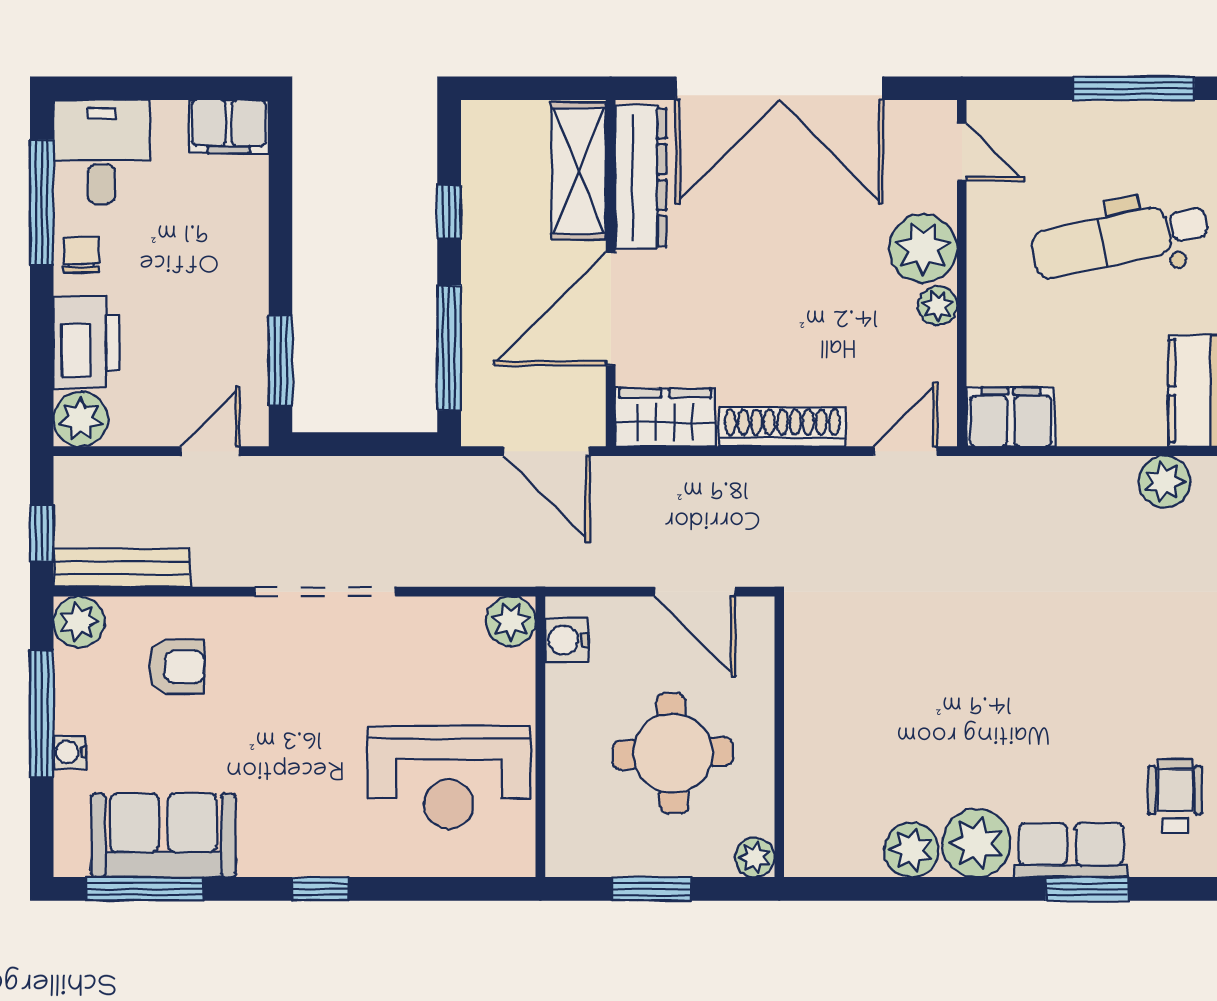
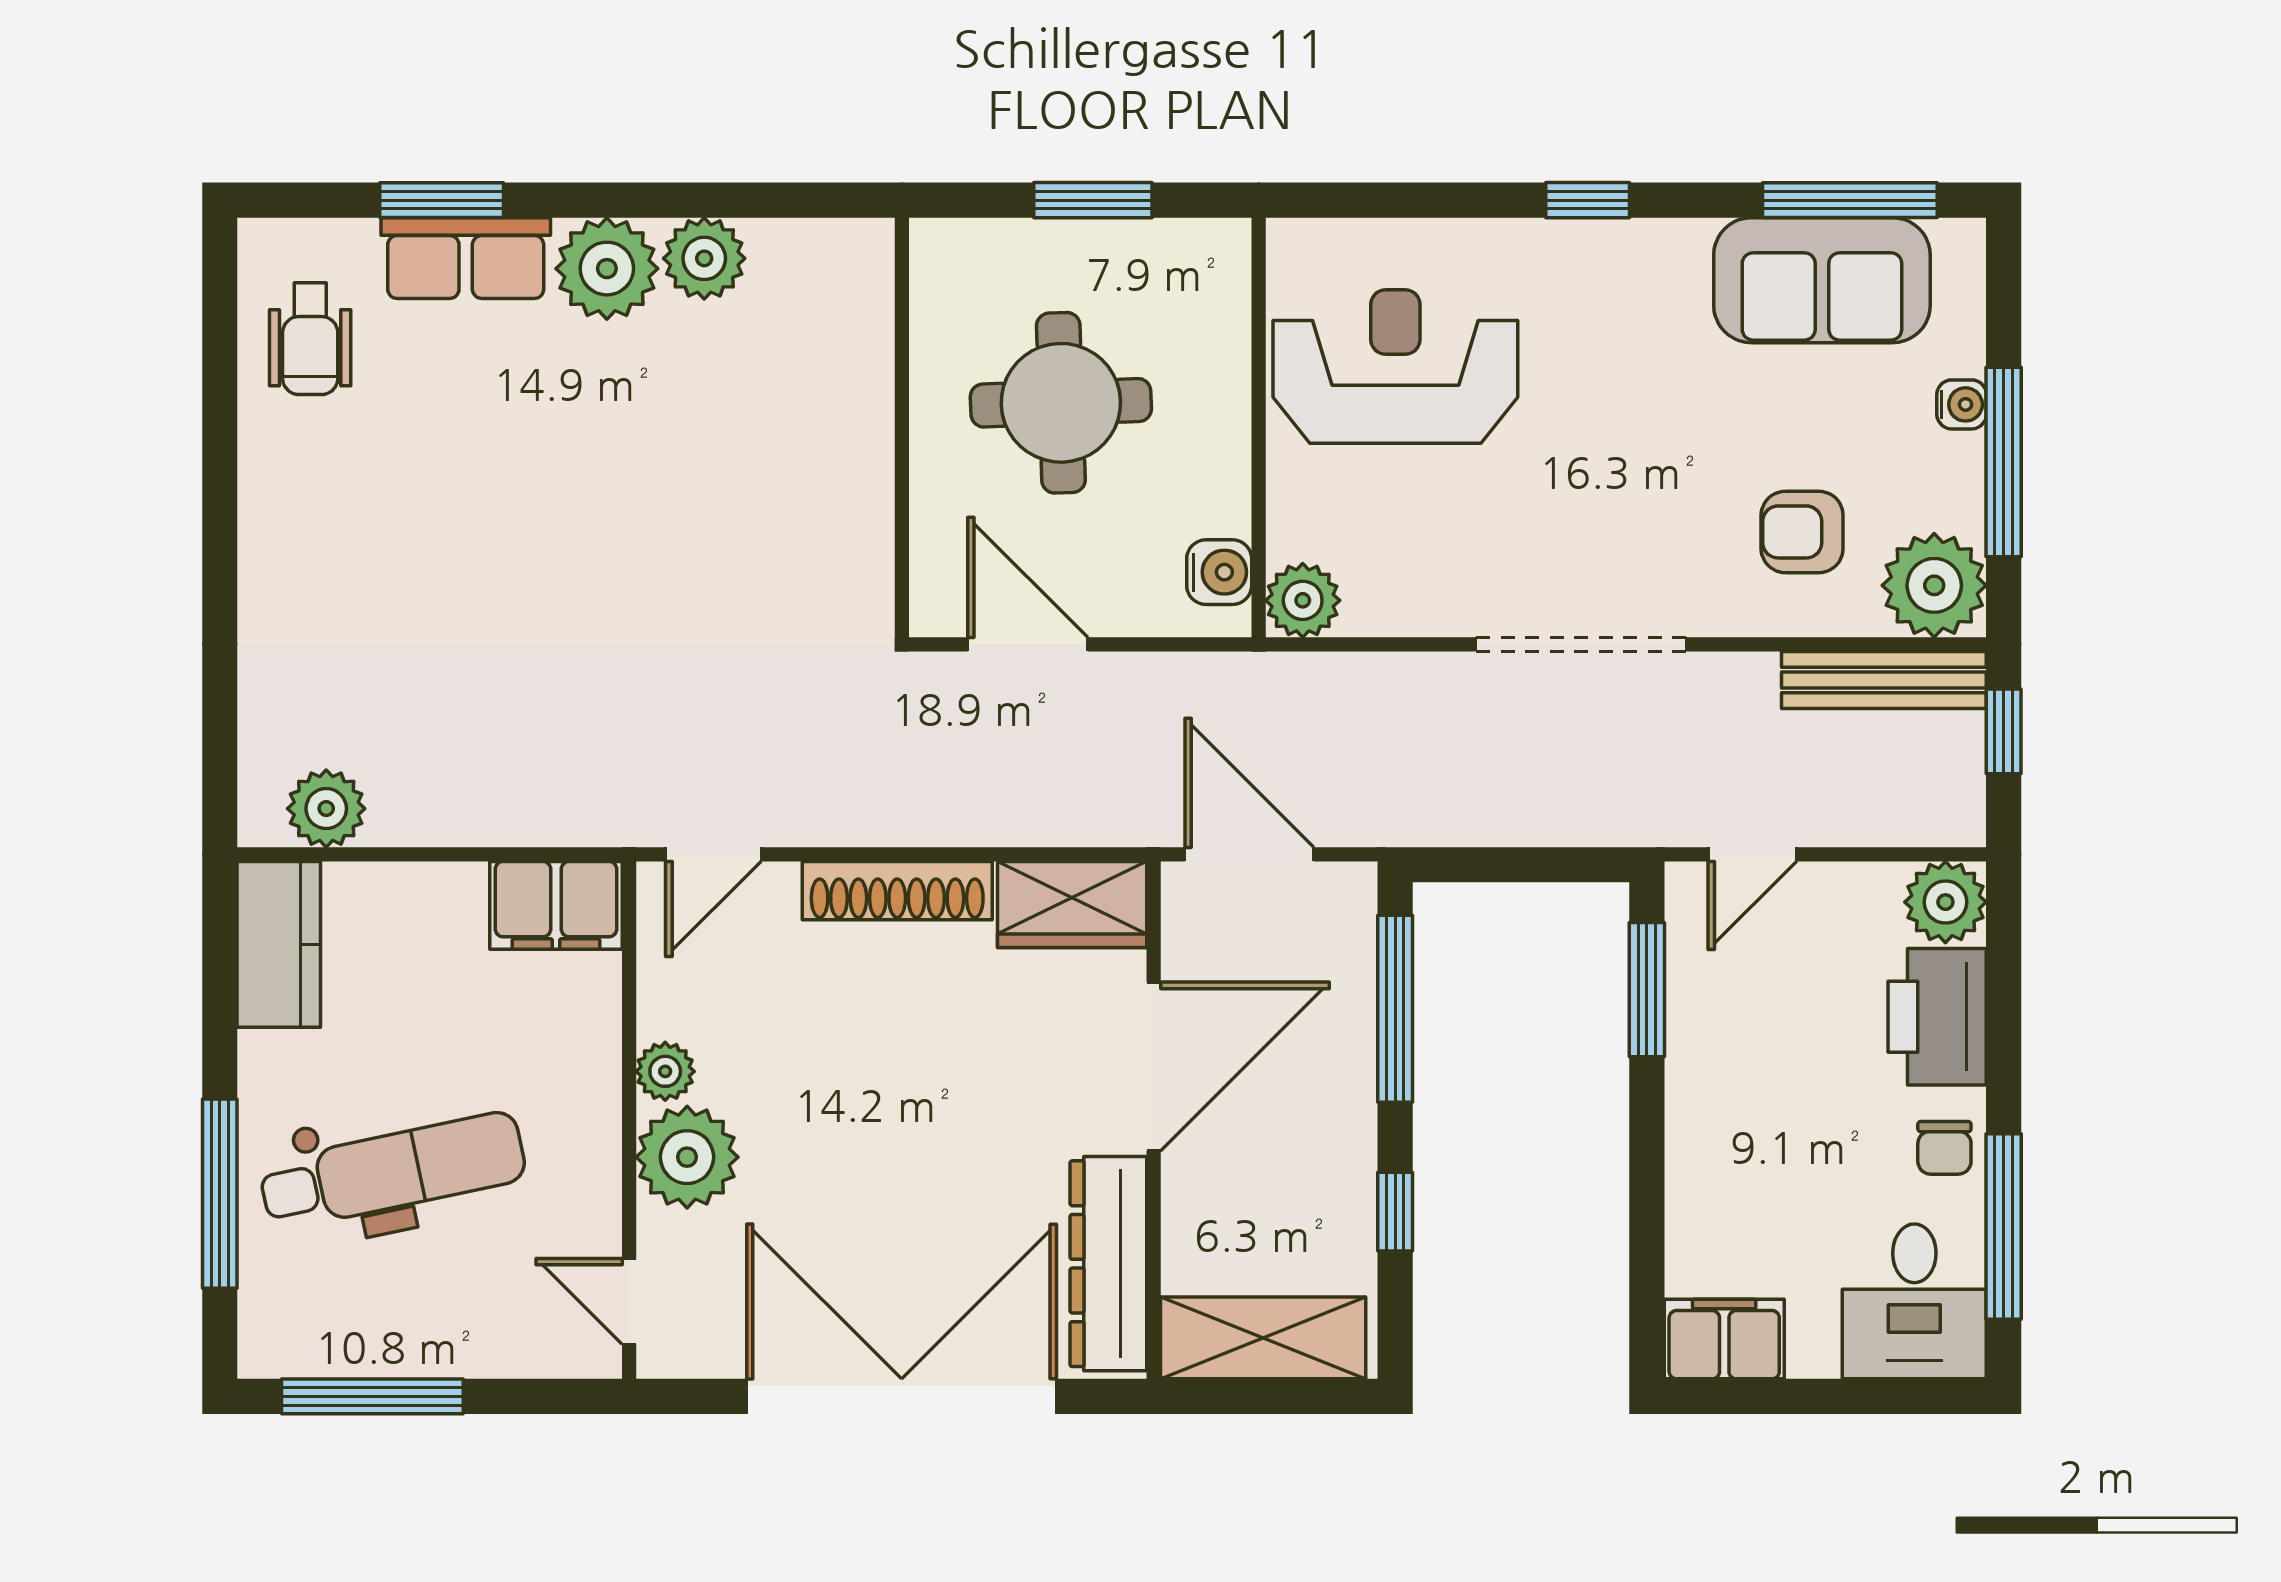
shelving: (579, 171) -> (1263, 1338), moved, turned 90
plant: (79, 622) -> (1934, 585), width x1.36, depth x1.36
plant: (755, 857) -> (938, 247), removed

